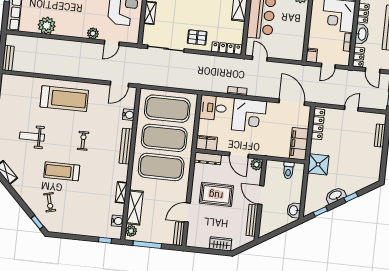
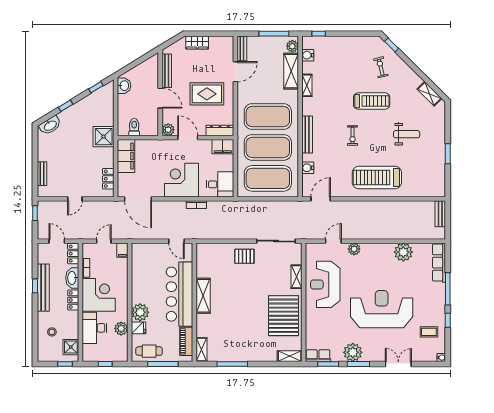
locker: (227, 48) -> (212, 248), removed
locker: (318, 124) -> (108, 179), width x0.66
washbasin: (335, 195) -> (50, 125), moved

